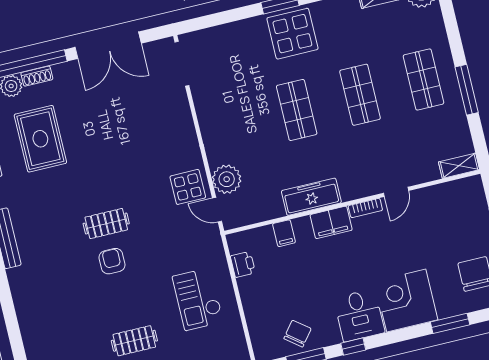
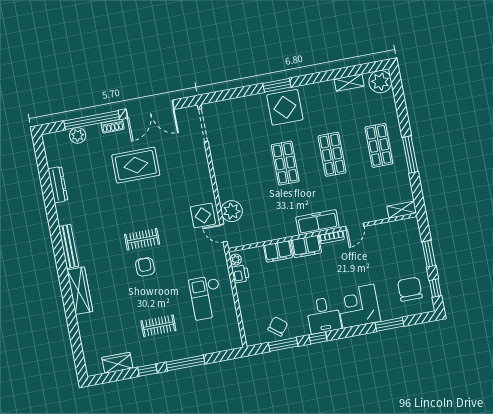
shoe rack: (37, 76) -> (113, 126), moved
rug: (40, 139) -> (136, 165), moved, turned 90
freezer: (311, 197) -> (317, 222), moved
filing cabinet: (284, 233) -> (278, 251), width x2.00
plant: (235, 245) -> (236, 260), added
wardrobe: (24, 298) -> (80, 291), added

